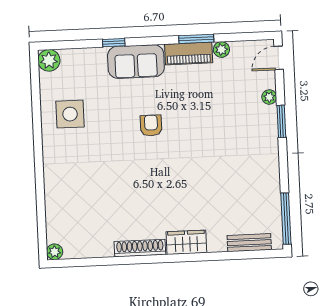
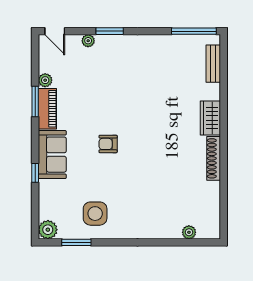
window: (36, 94) -> (76, 242), added
plant: (55, 252) -> (189, 232), moved

